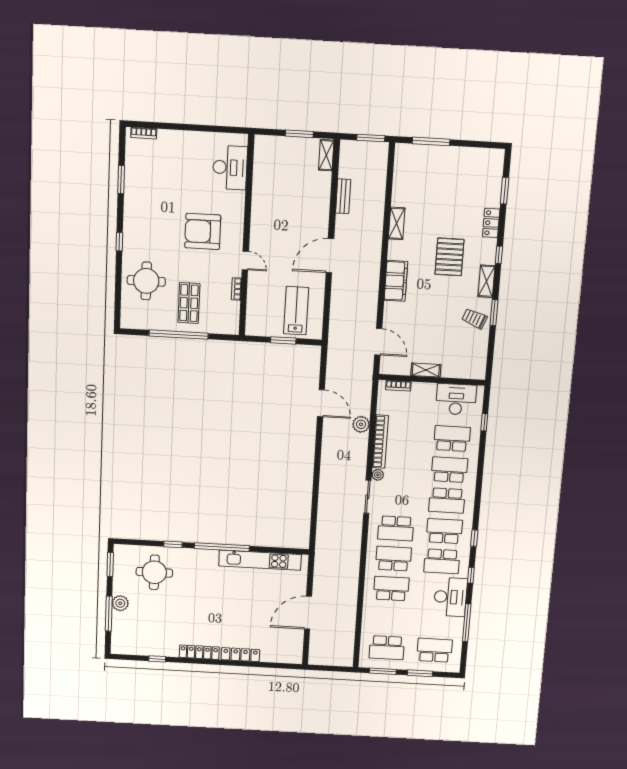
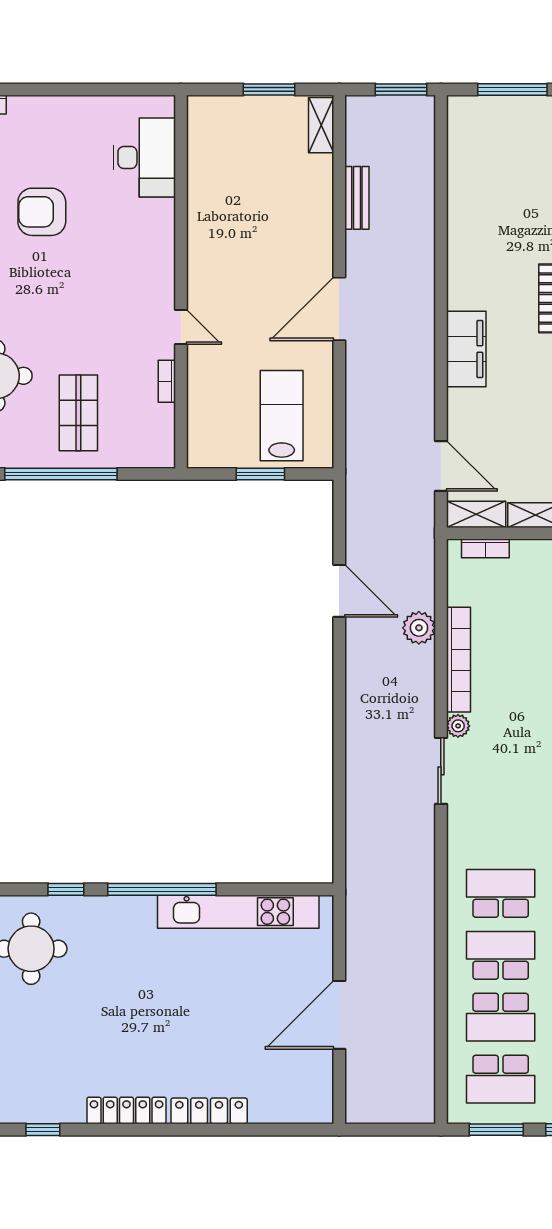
shelving: (397, 223) -> (476, 514), moved, turned 90
armchair: (203, 231) -> (42, 212), moved, width x0.73, depth x0.73
school desk: (396, 528) -> (501, 1017), moved

